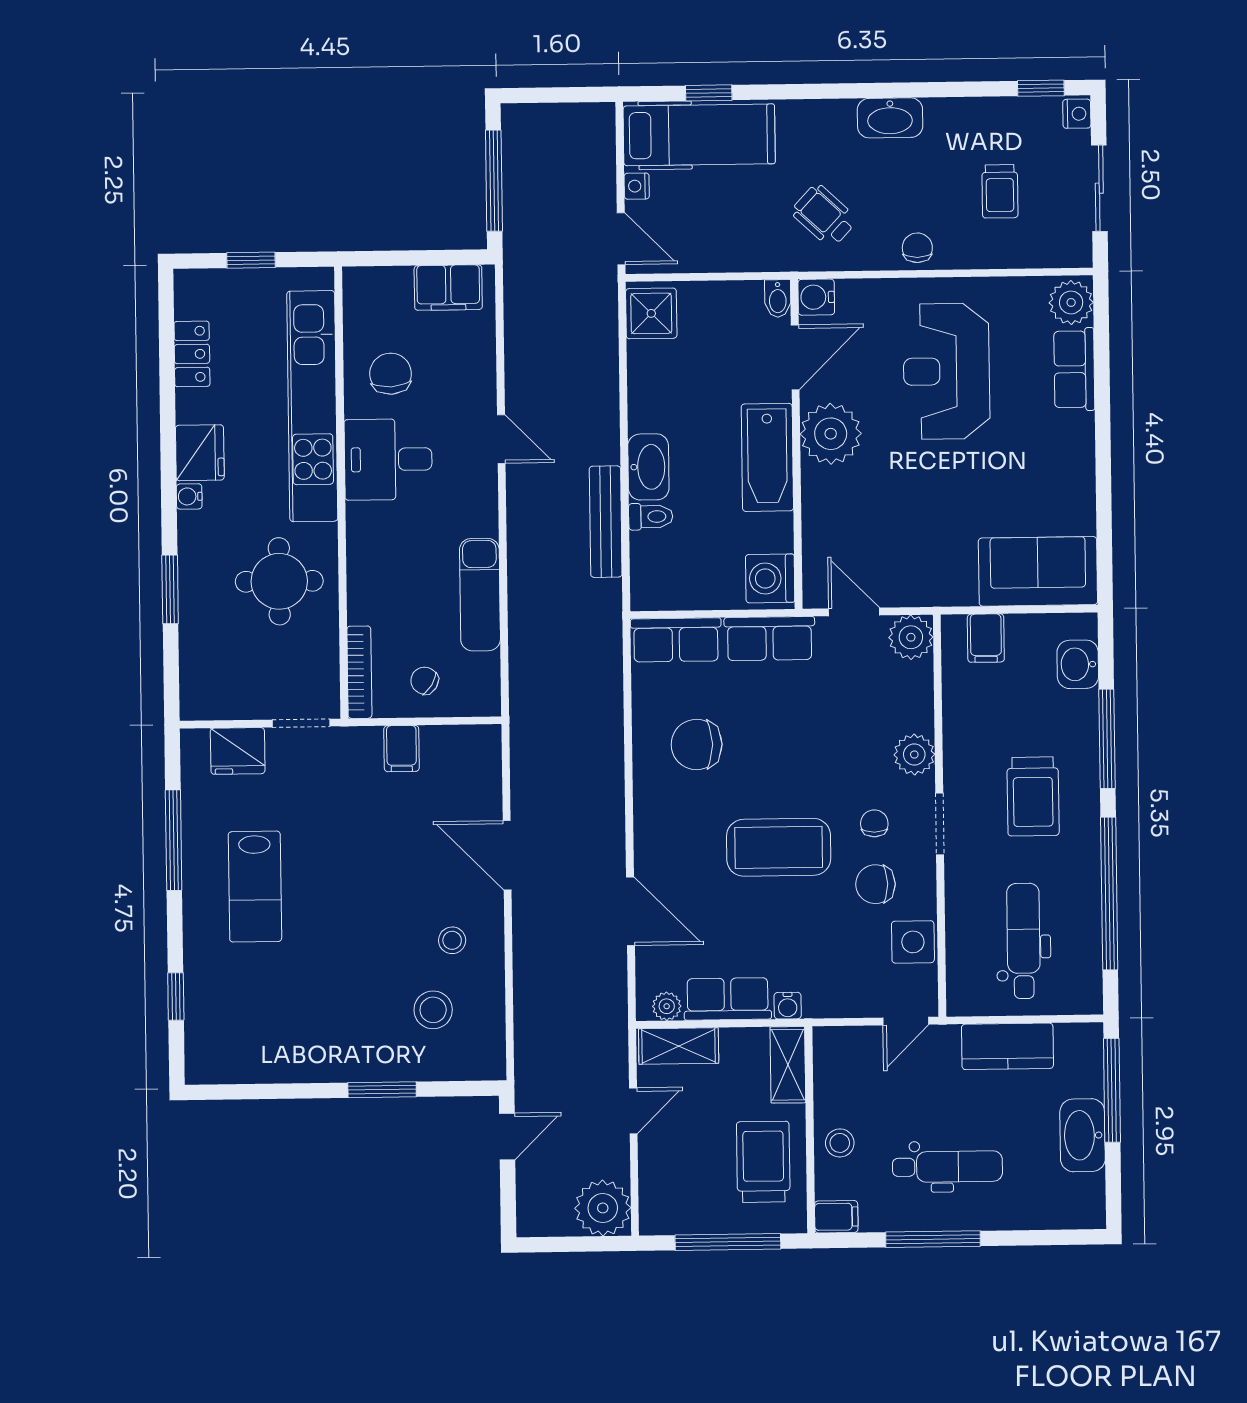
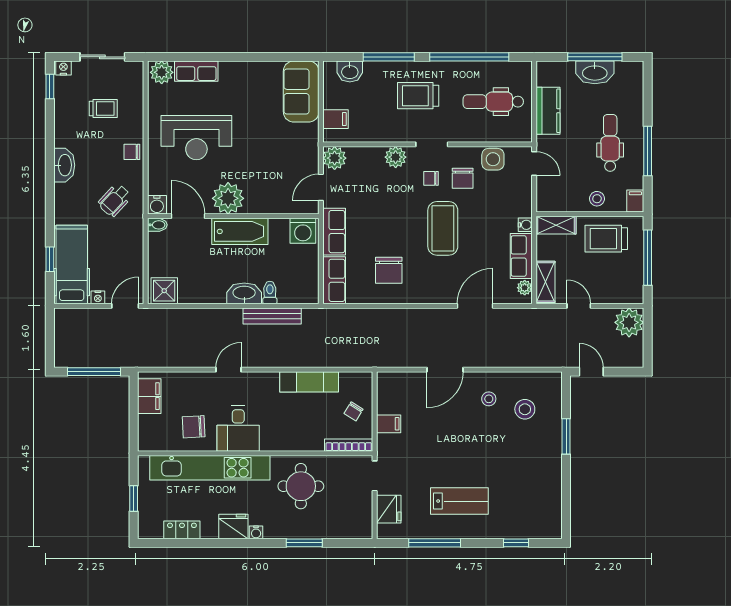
trolley: (1033, 796) -> (418, 96), turned 180
window: (1112, 1090) -> (595, 57), moved

